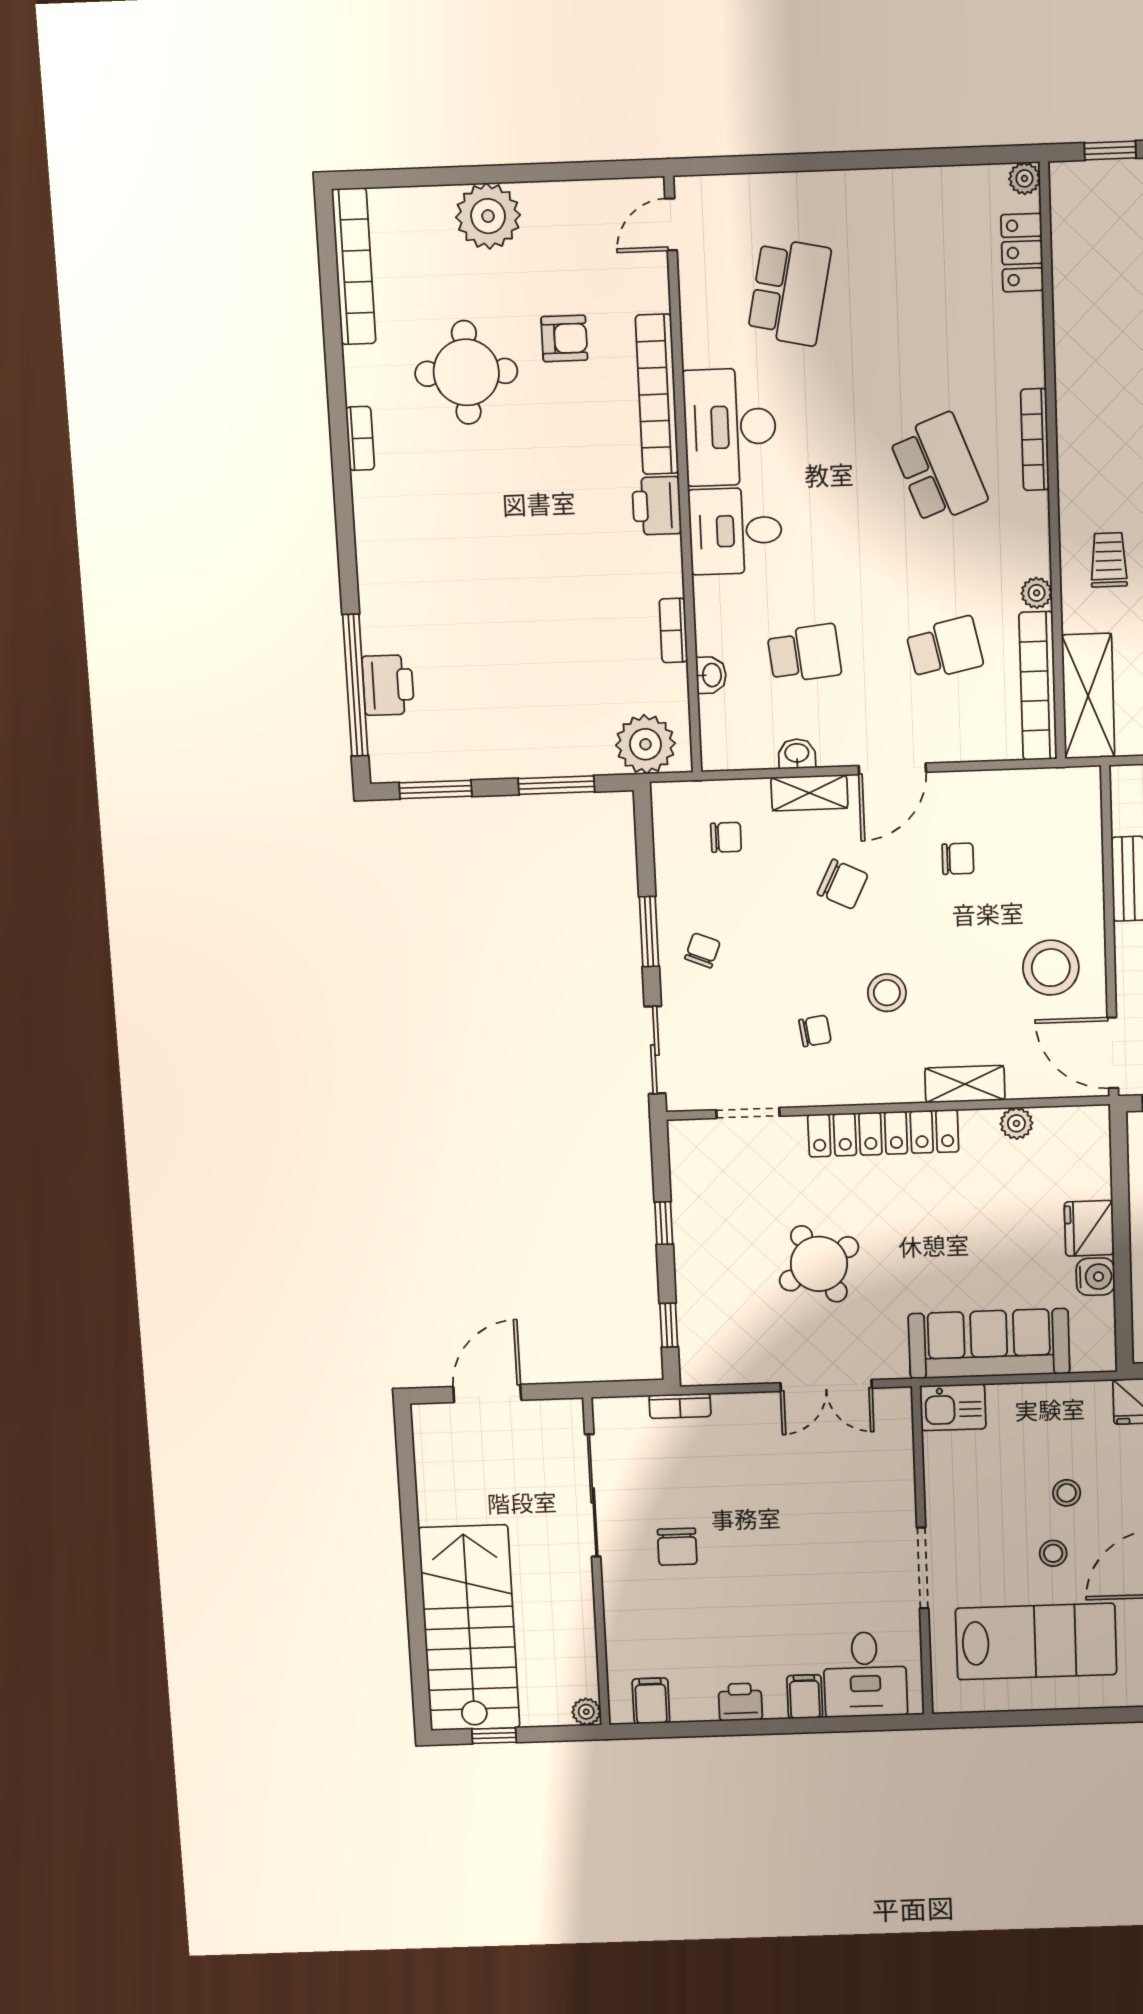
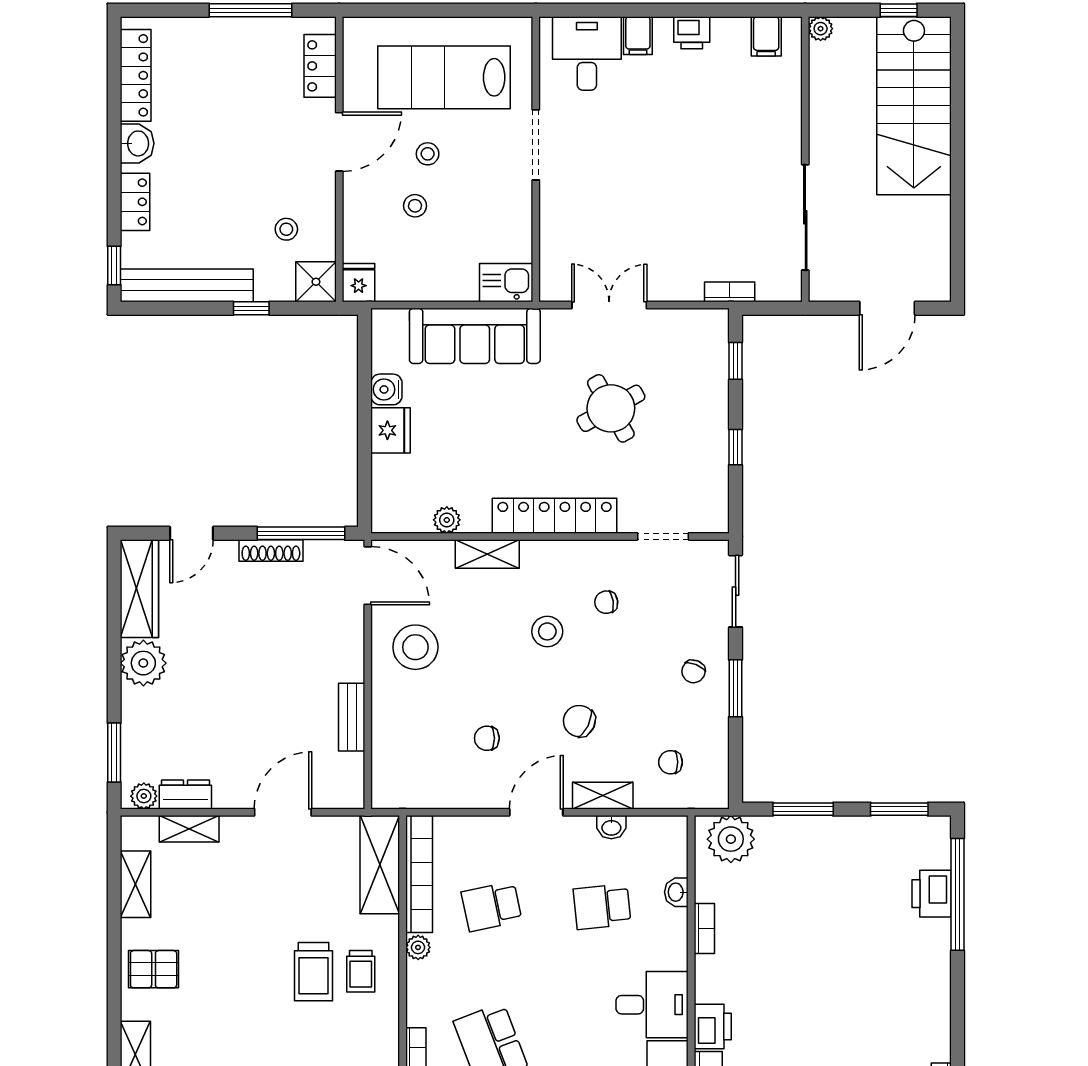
chair: (677, 1547) -> (738, 171), removed

